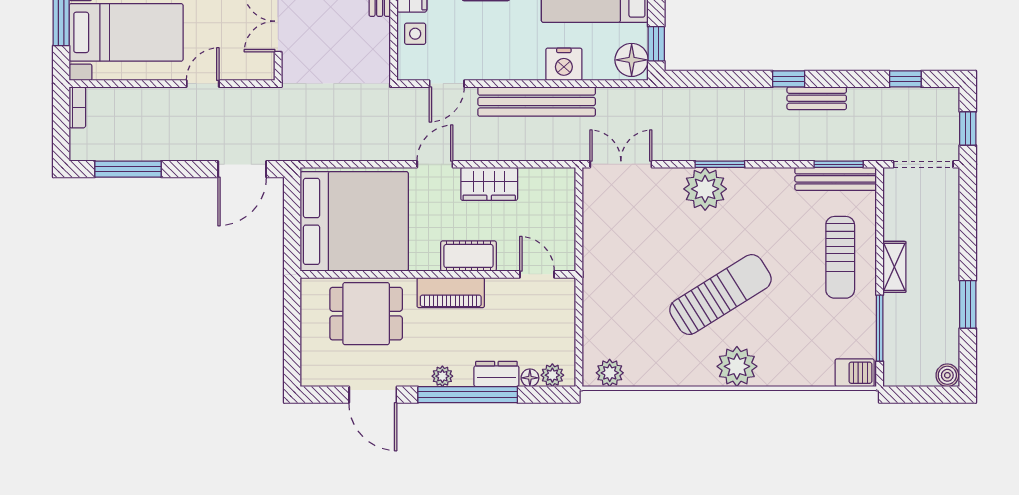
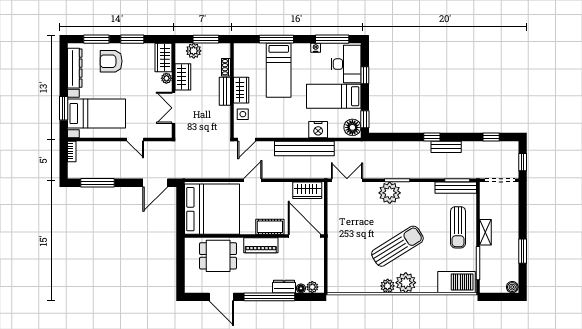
door: (203, 84) -> (135, 139), swing flipped
door: (447, 84) -> (247, 139), moved
wardrobe: (489, 184) -> (307, 190), moved
door: (537, 274) -> (305, 236), width x1.87
plant: (610, 373) -> (388, 286), moved
barbecue: (855, 373) -> (457, 282), width x1.88, depth x1.53
plant: (442, 376) -> (257, 288), removed

